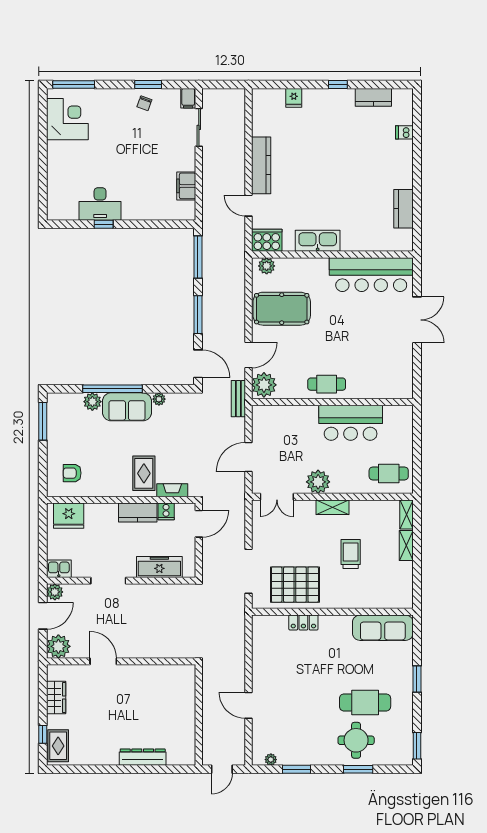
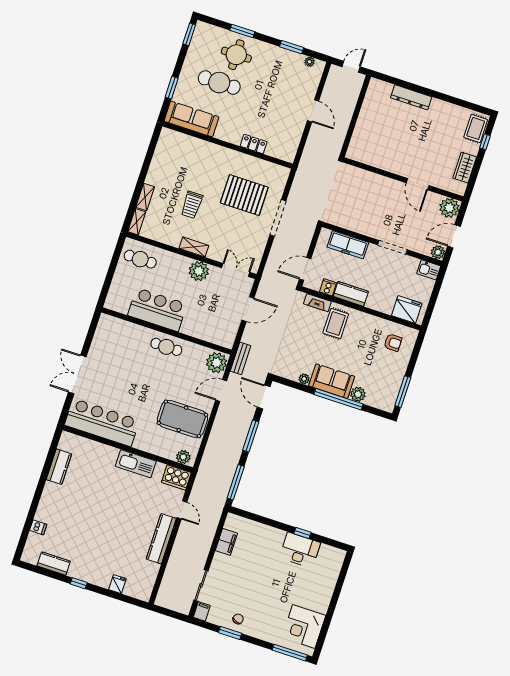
wall: (332, 612) -> (228, 145), moved
locker: (303, 622) -> (254, 144), moved
sofa: (383, 628) -> (192, 119), moved

